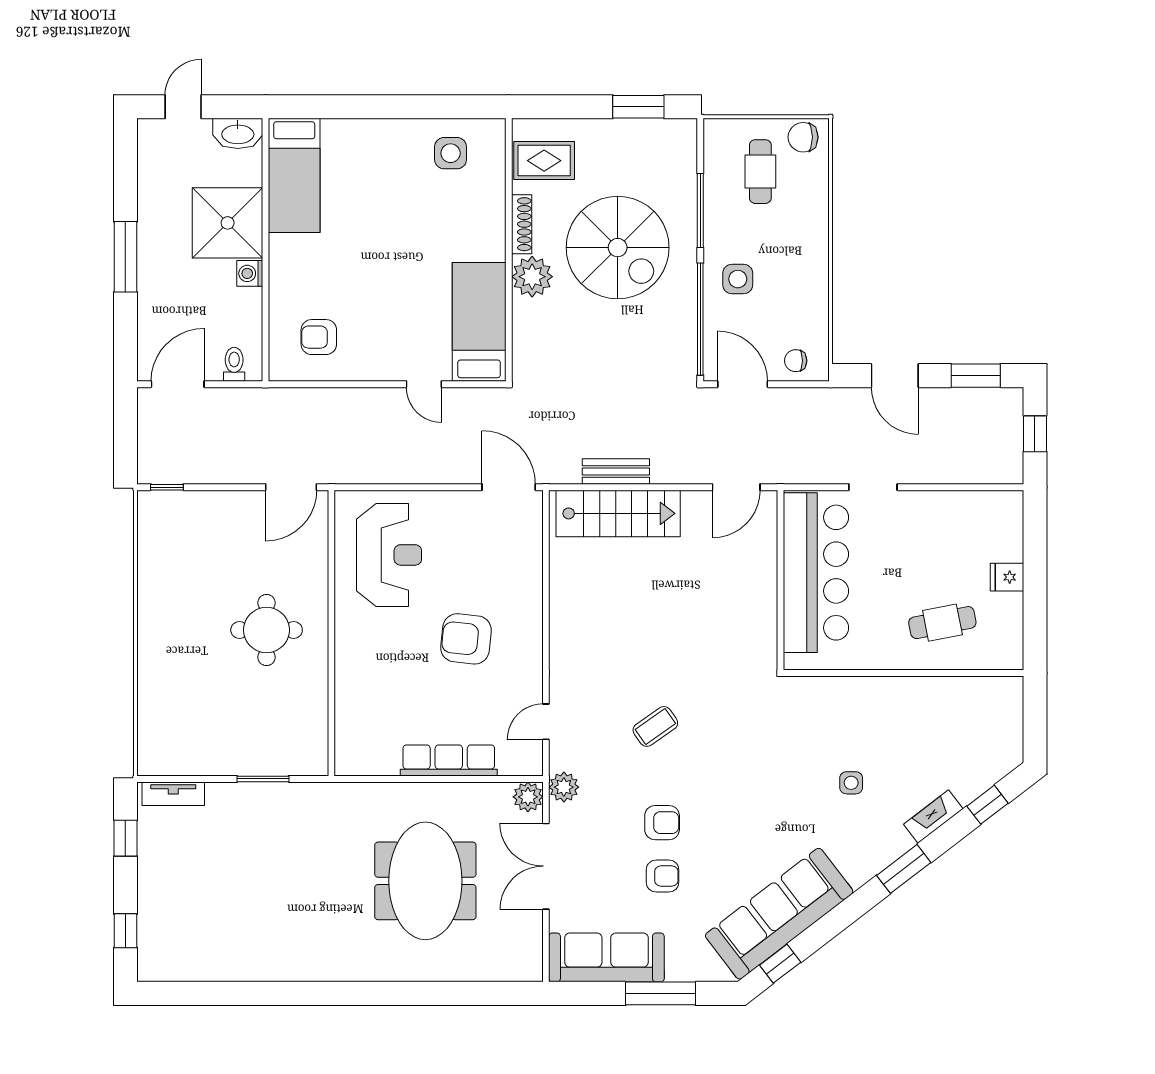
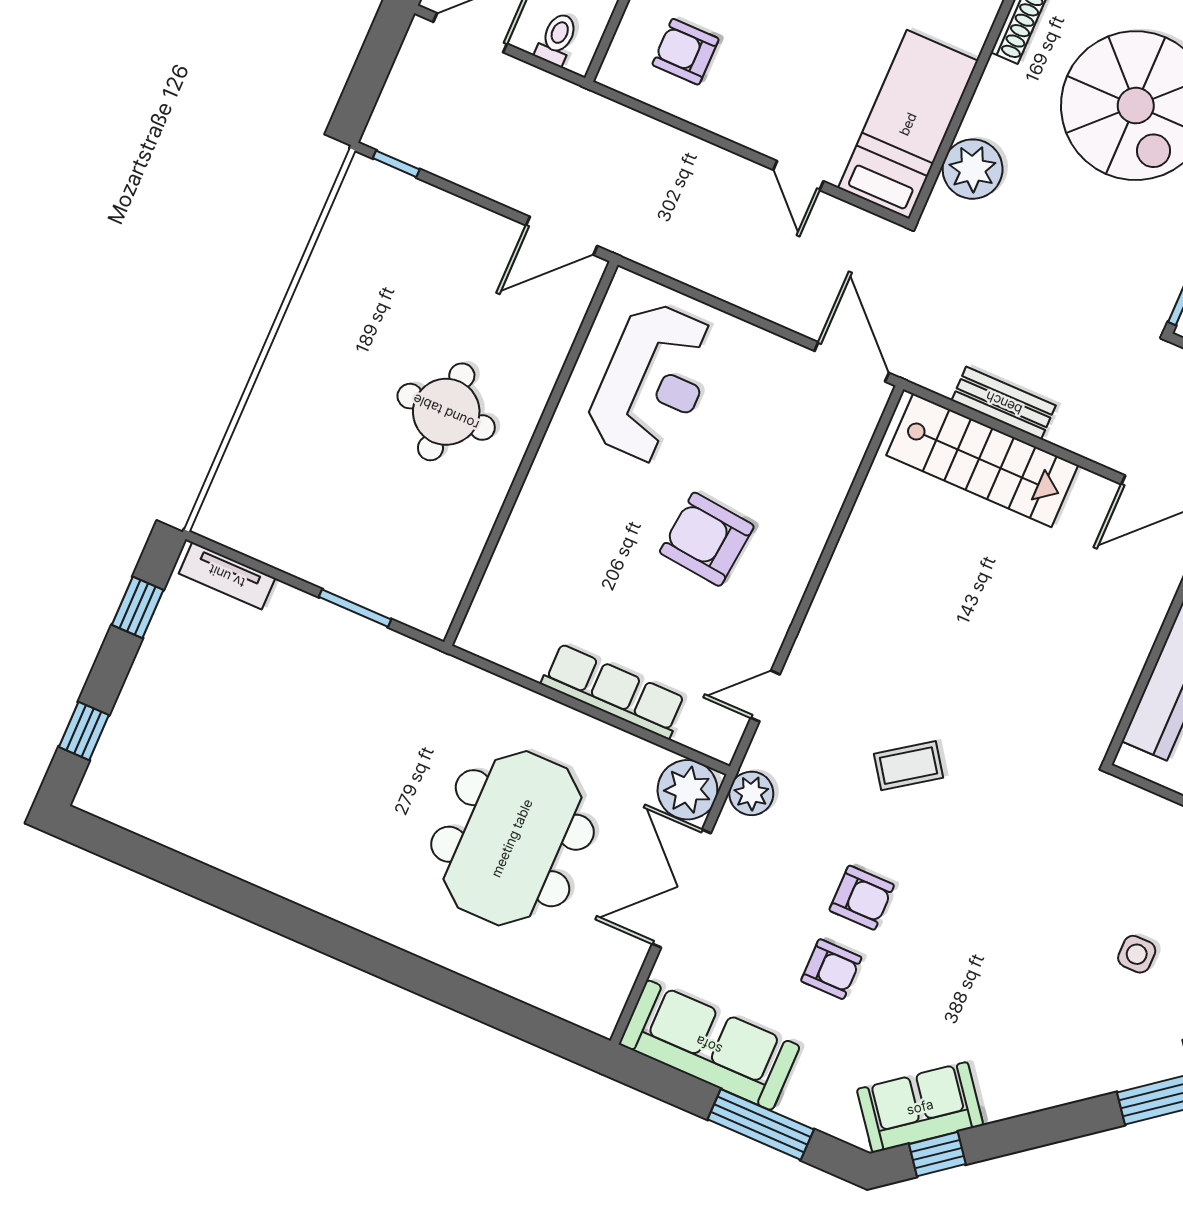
plant: (532, 277) -> (973, 169), moved
plant: (528, 797) -> (687, 790), width x1.36, depth x1.36
sofa: (779, 914) -> (920, 1107), width x0.54, depth x0.79

